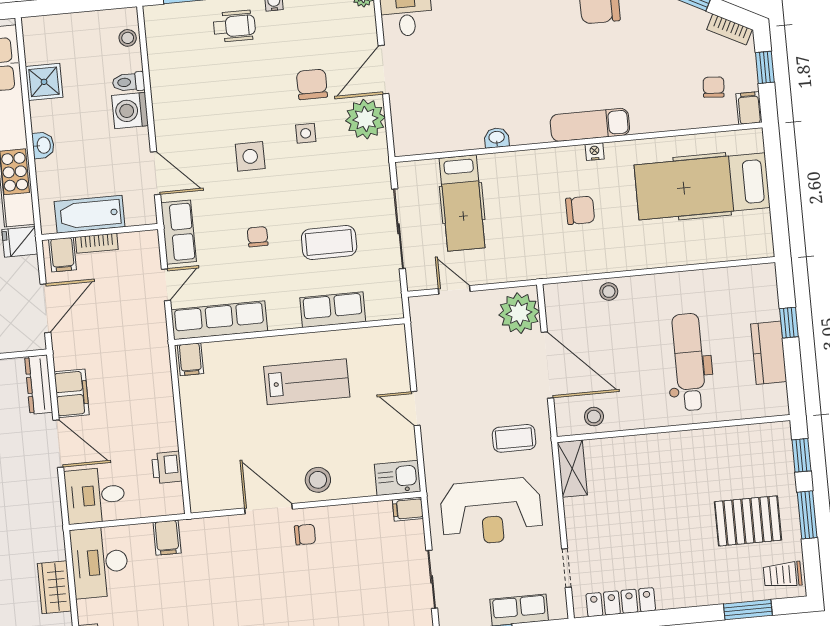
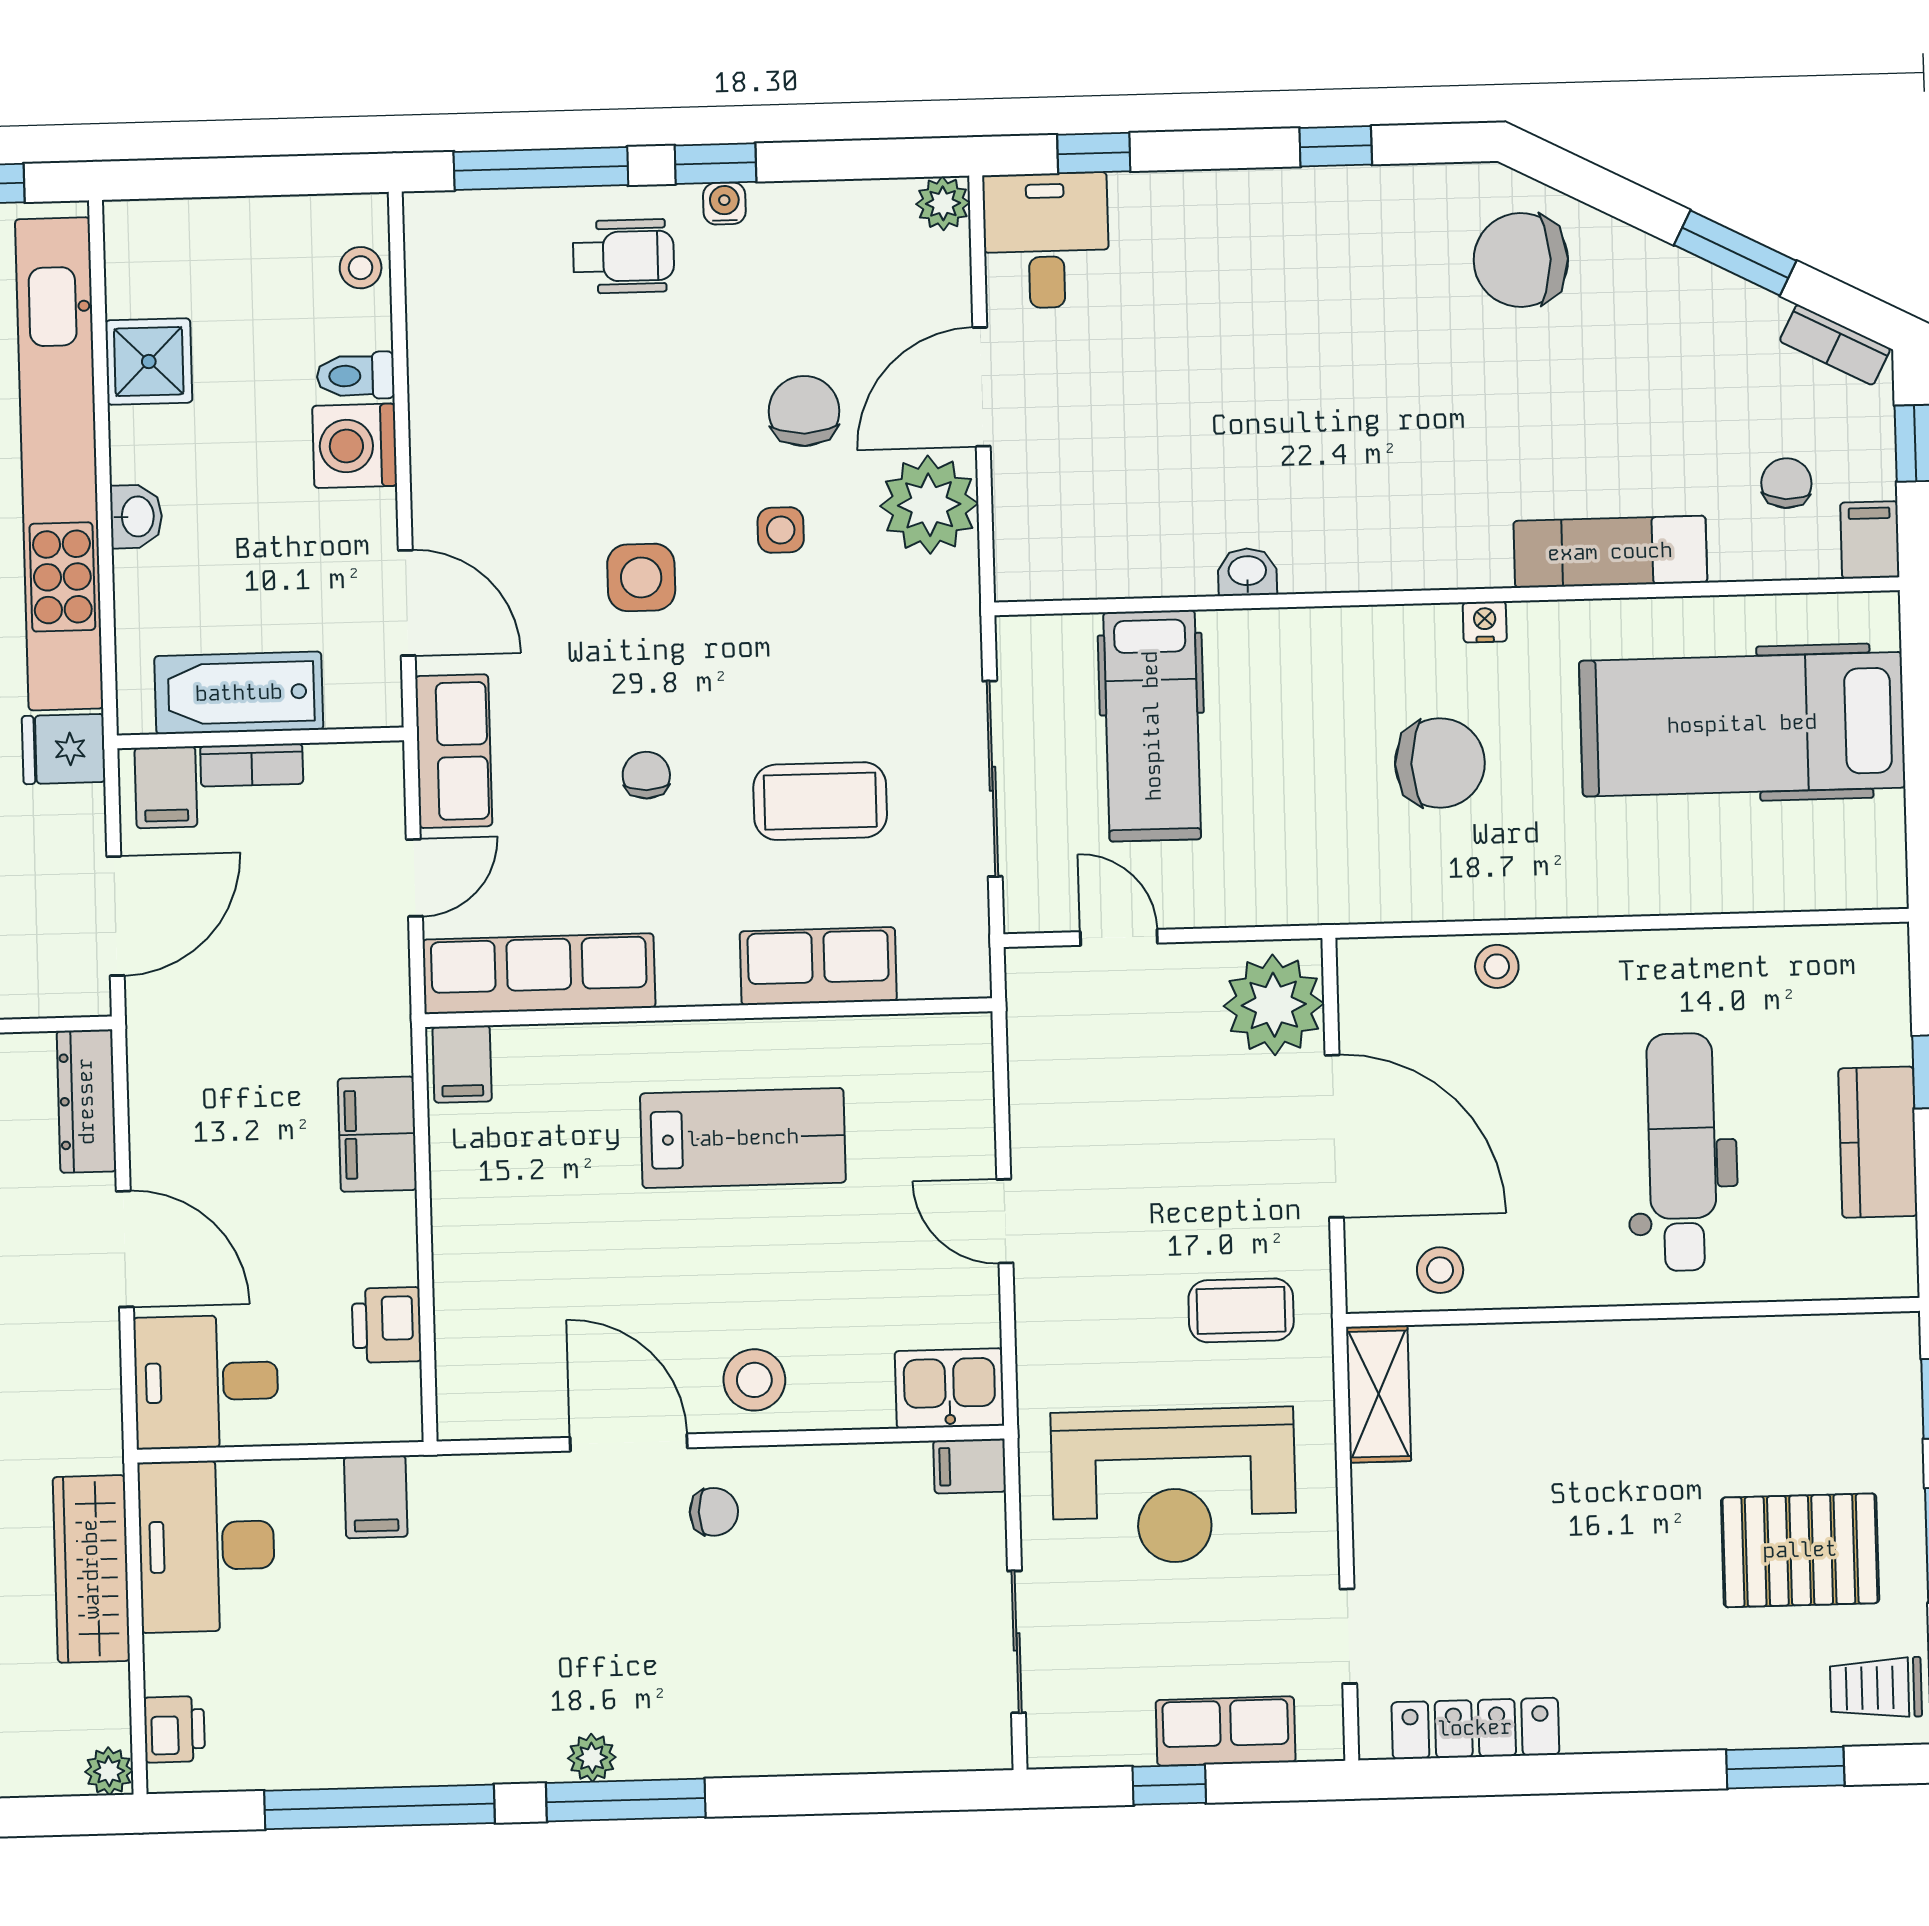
exam couch: (590, 125) -> (1610, 552), moved
chair: (580, 210) -> (1440, 763), width x1.37, depth x1.37
filing cabinet: (72, 393) -> (377, 1134), moved, turned 180
wardrobe: (54, 587) -> (91, 1569), width x1.50

